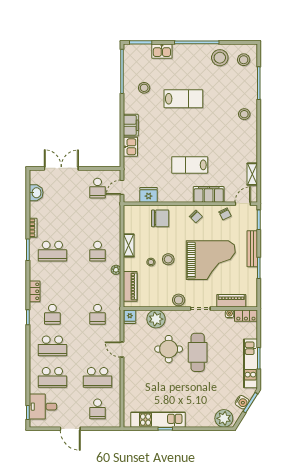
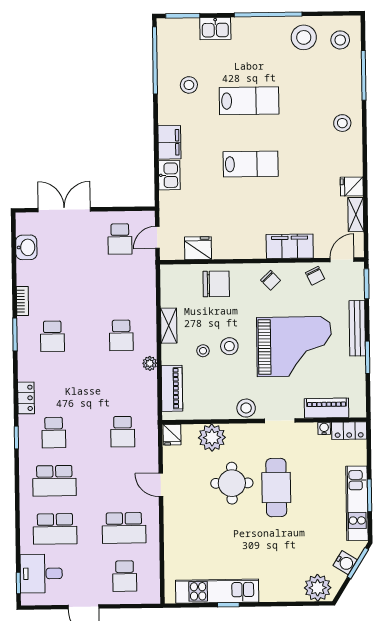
fridge: (250, 156) -> (352, 187), added
lab bench: (190, 165) -> (251, 164), moved, turned 180
school desk: (52, 251) -> (52, 336), width x0.54

